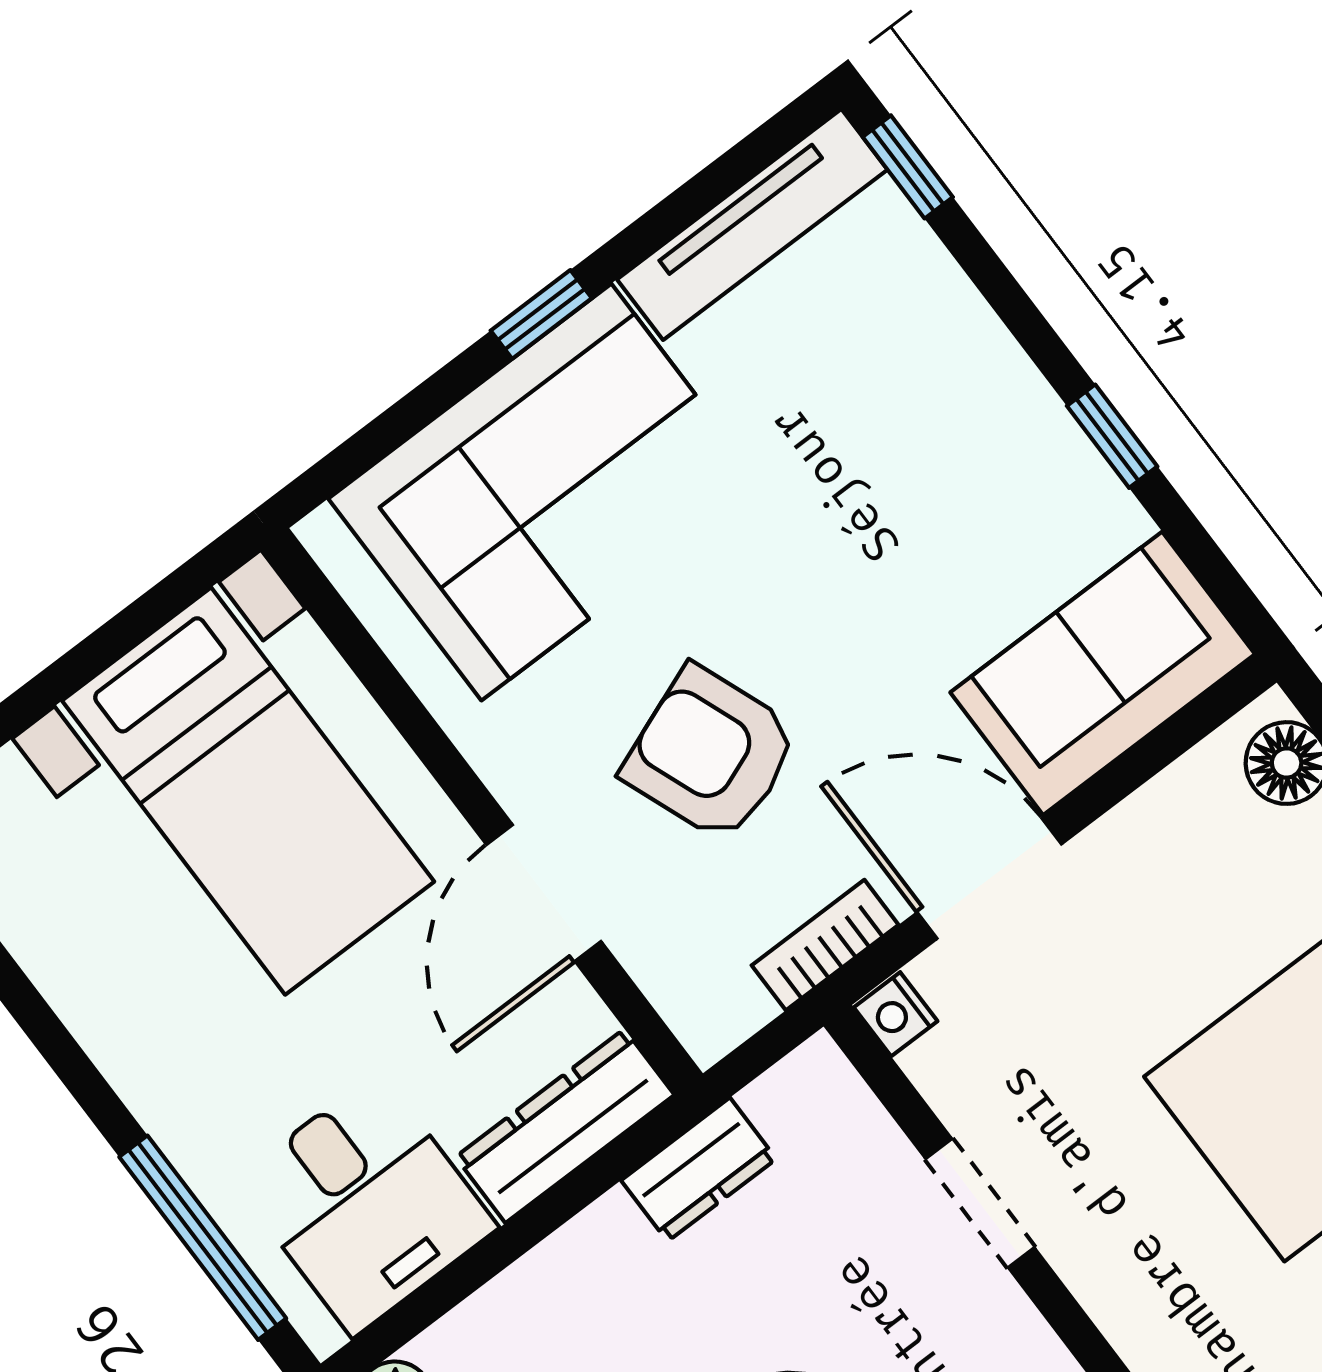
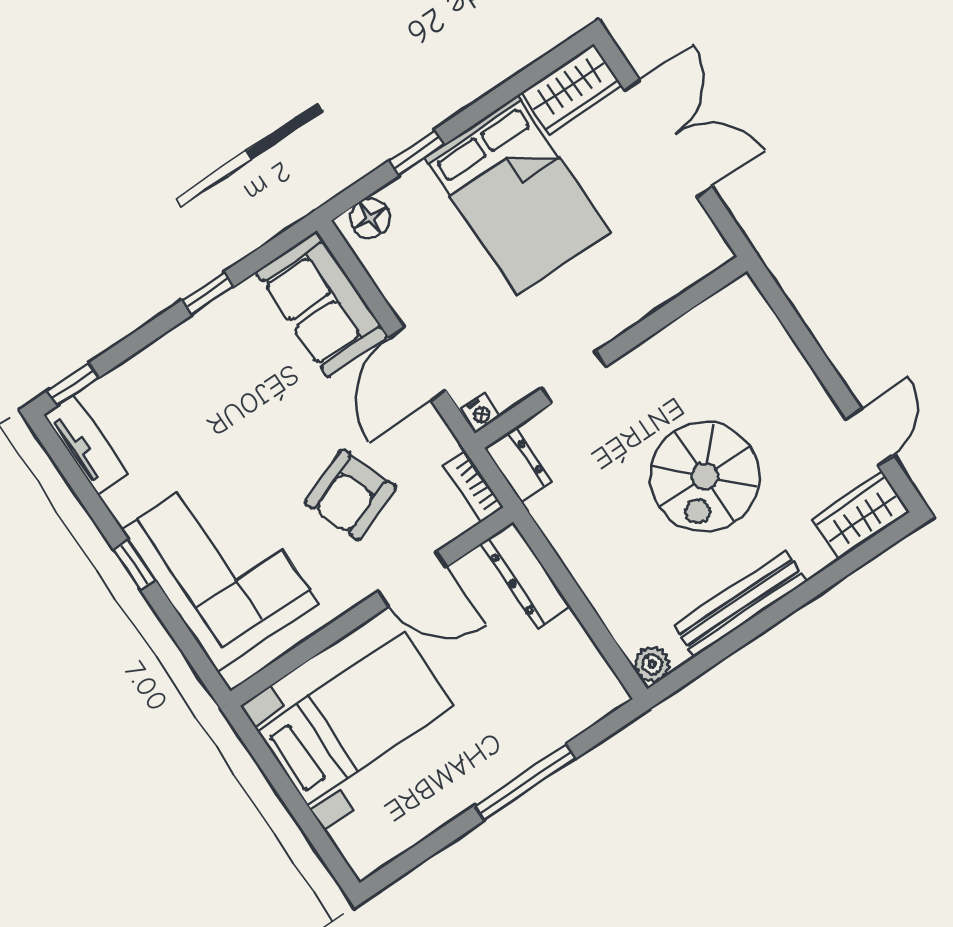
tv unit: (752, 224) -> (86, 444), width x0.71
bookcase: (825, 945) -> (473, 487), moved
dresser: (699, 1170) -> (518, 465), moved
desk: (366, 1204) -> (557, 673), removed
window: (203, 1238) -> (525, 782), moved

